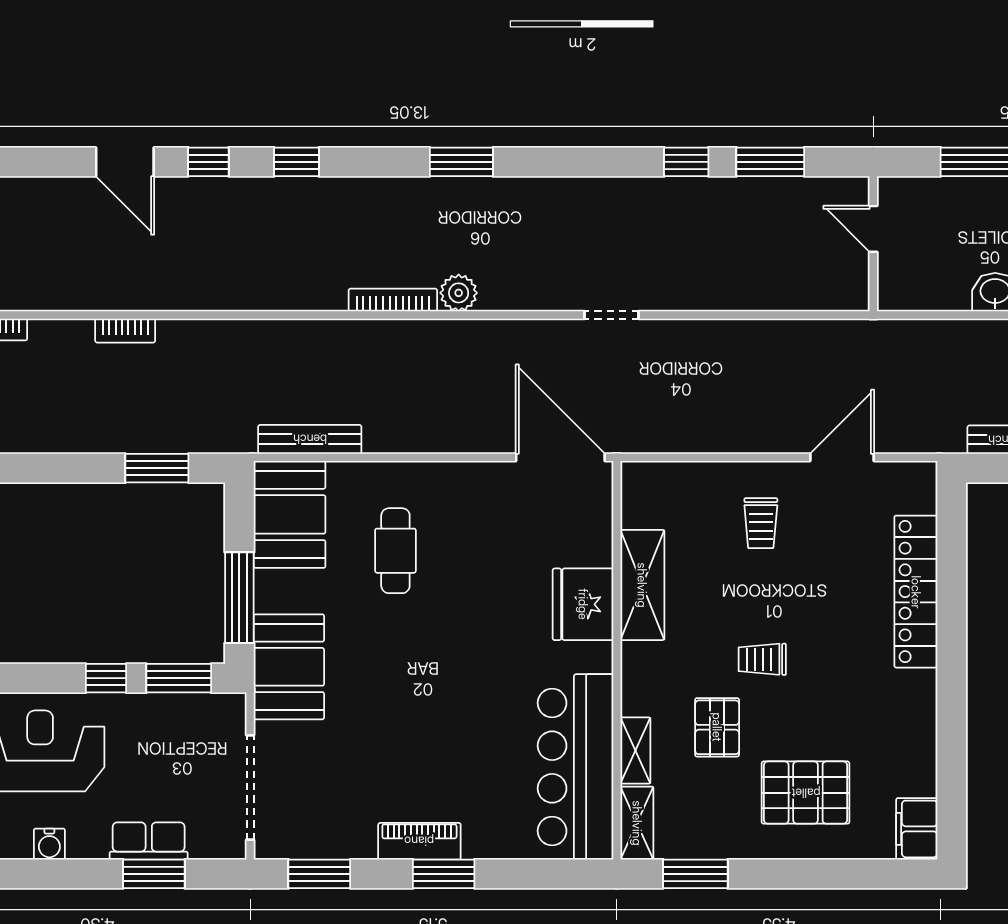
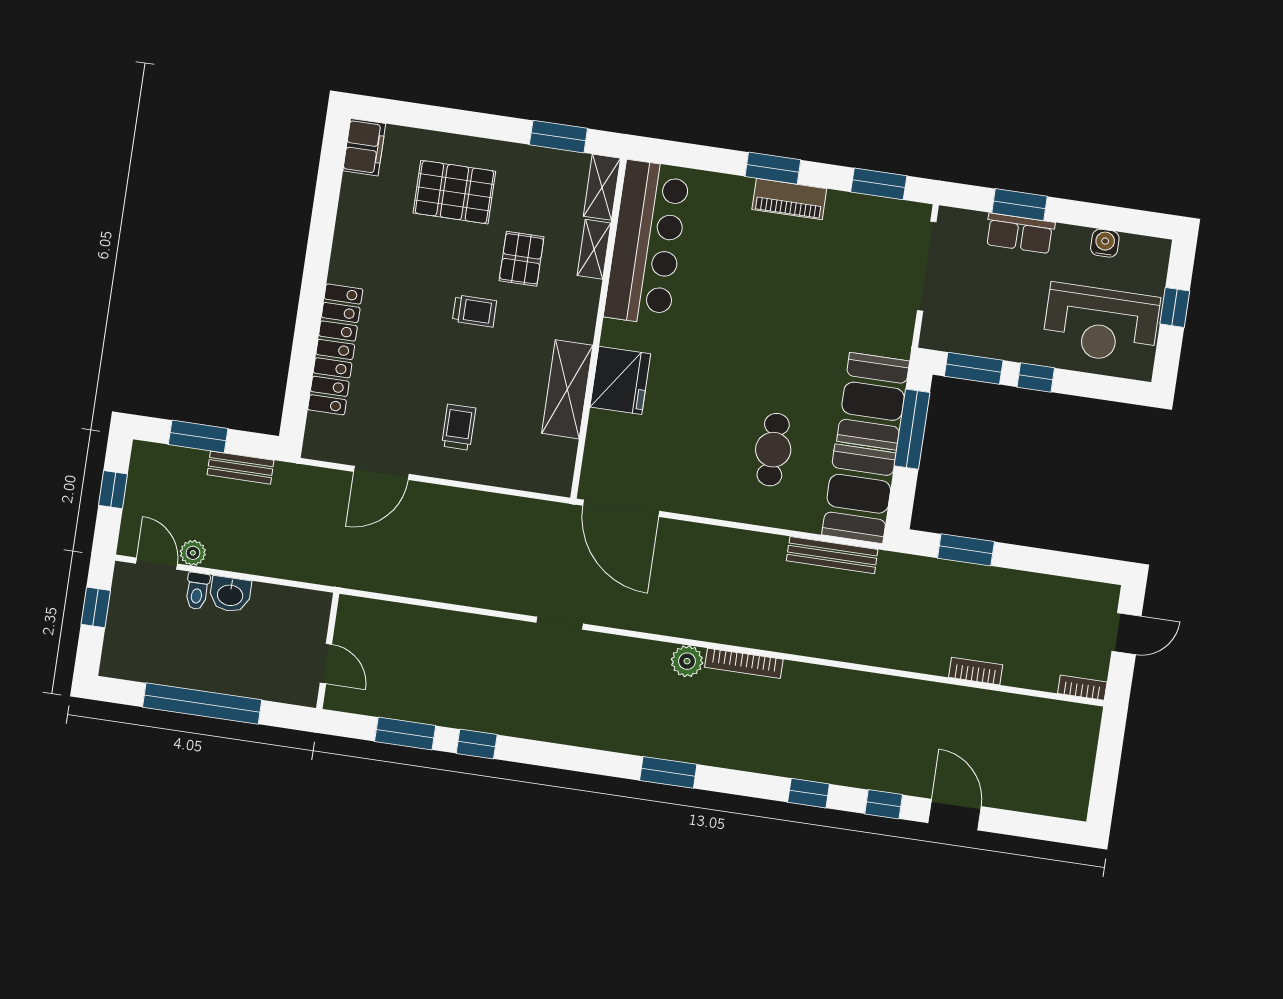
booth: (289, 667) -> (873, 401), moved

